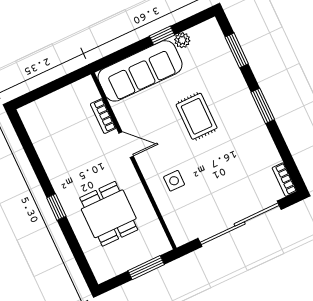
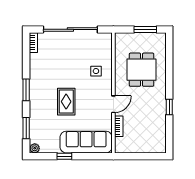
plant: (182, 40) -> (35, 148), moved
door: (126, 145) -> (113, 104), swing flipped
window: (56, 207) -> (169, 107), moved
window: (146, 268) -> (145, 29), moved

